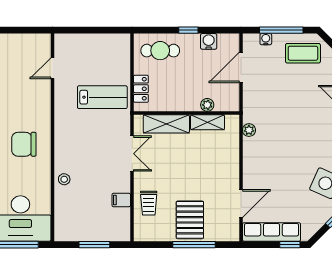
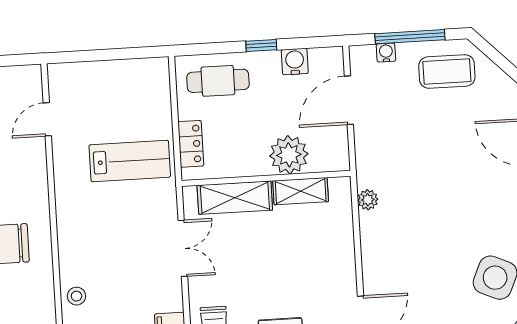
plant: (207, 105) -> (289, 155), width x1.88, depth x1.88

